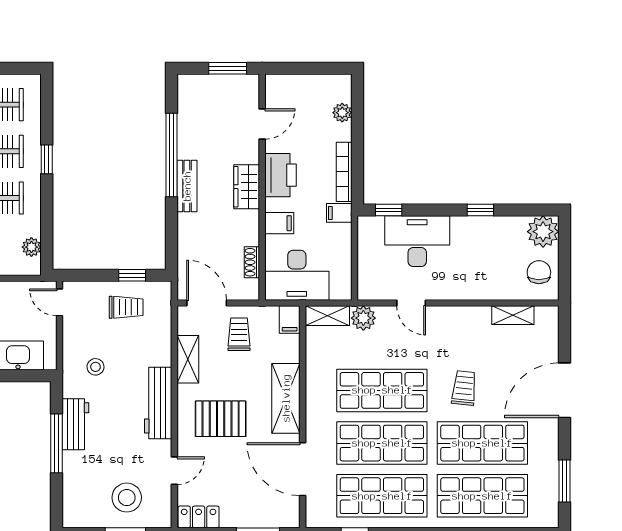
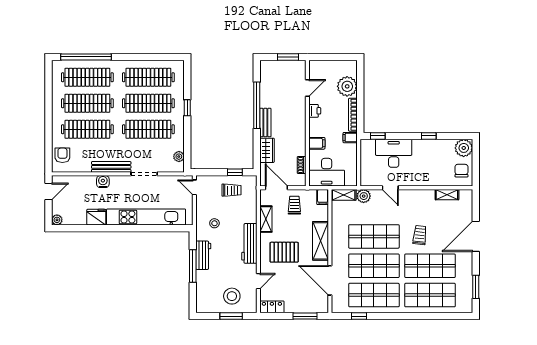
plant: (342, 113) -> (347, 86), width x1.87, depth x1.87
printer: (281, 175) -> (315, 111), width x0.53, depth x0.68
wardrobe: (247, 187) -> (267, 150), moved, turned 180

